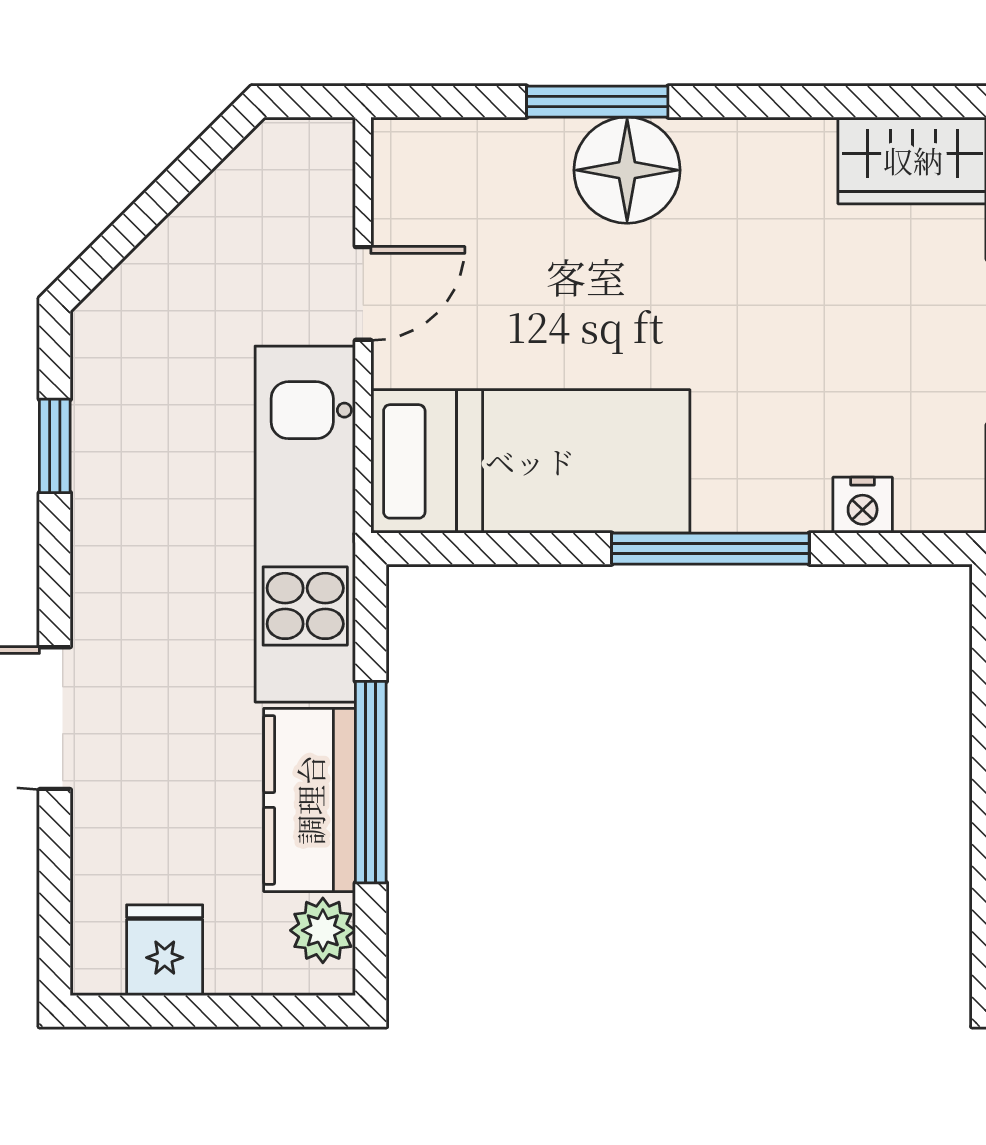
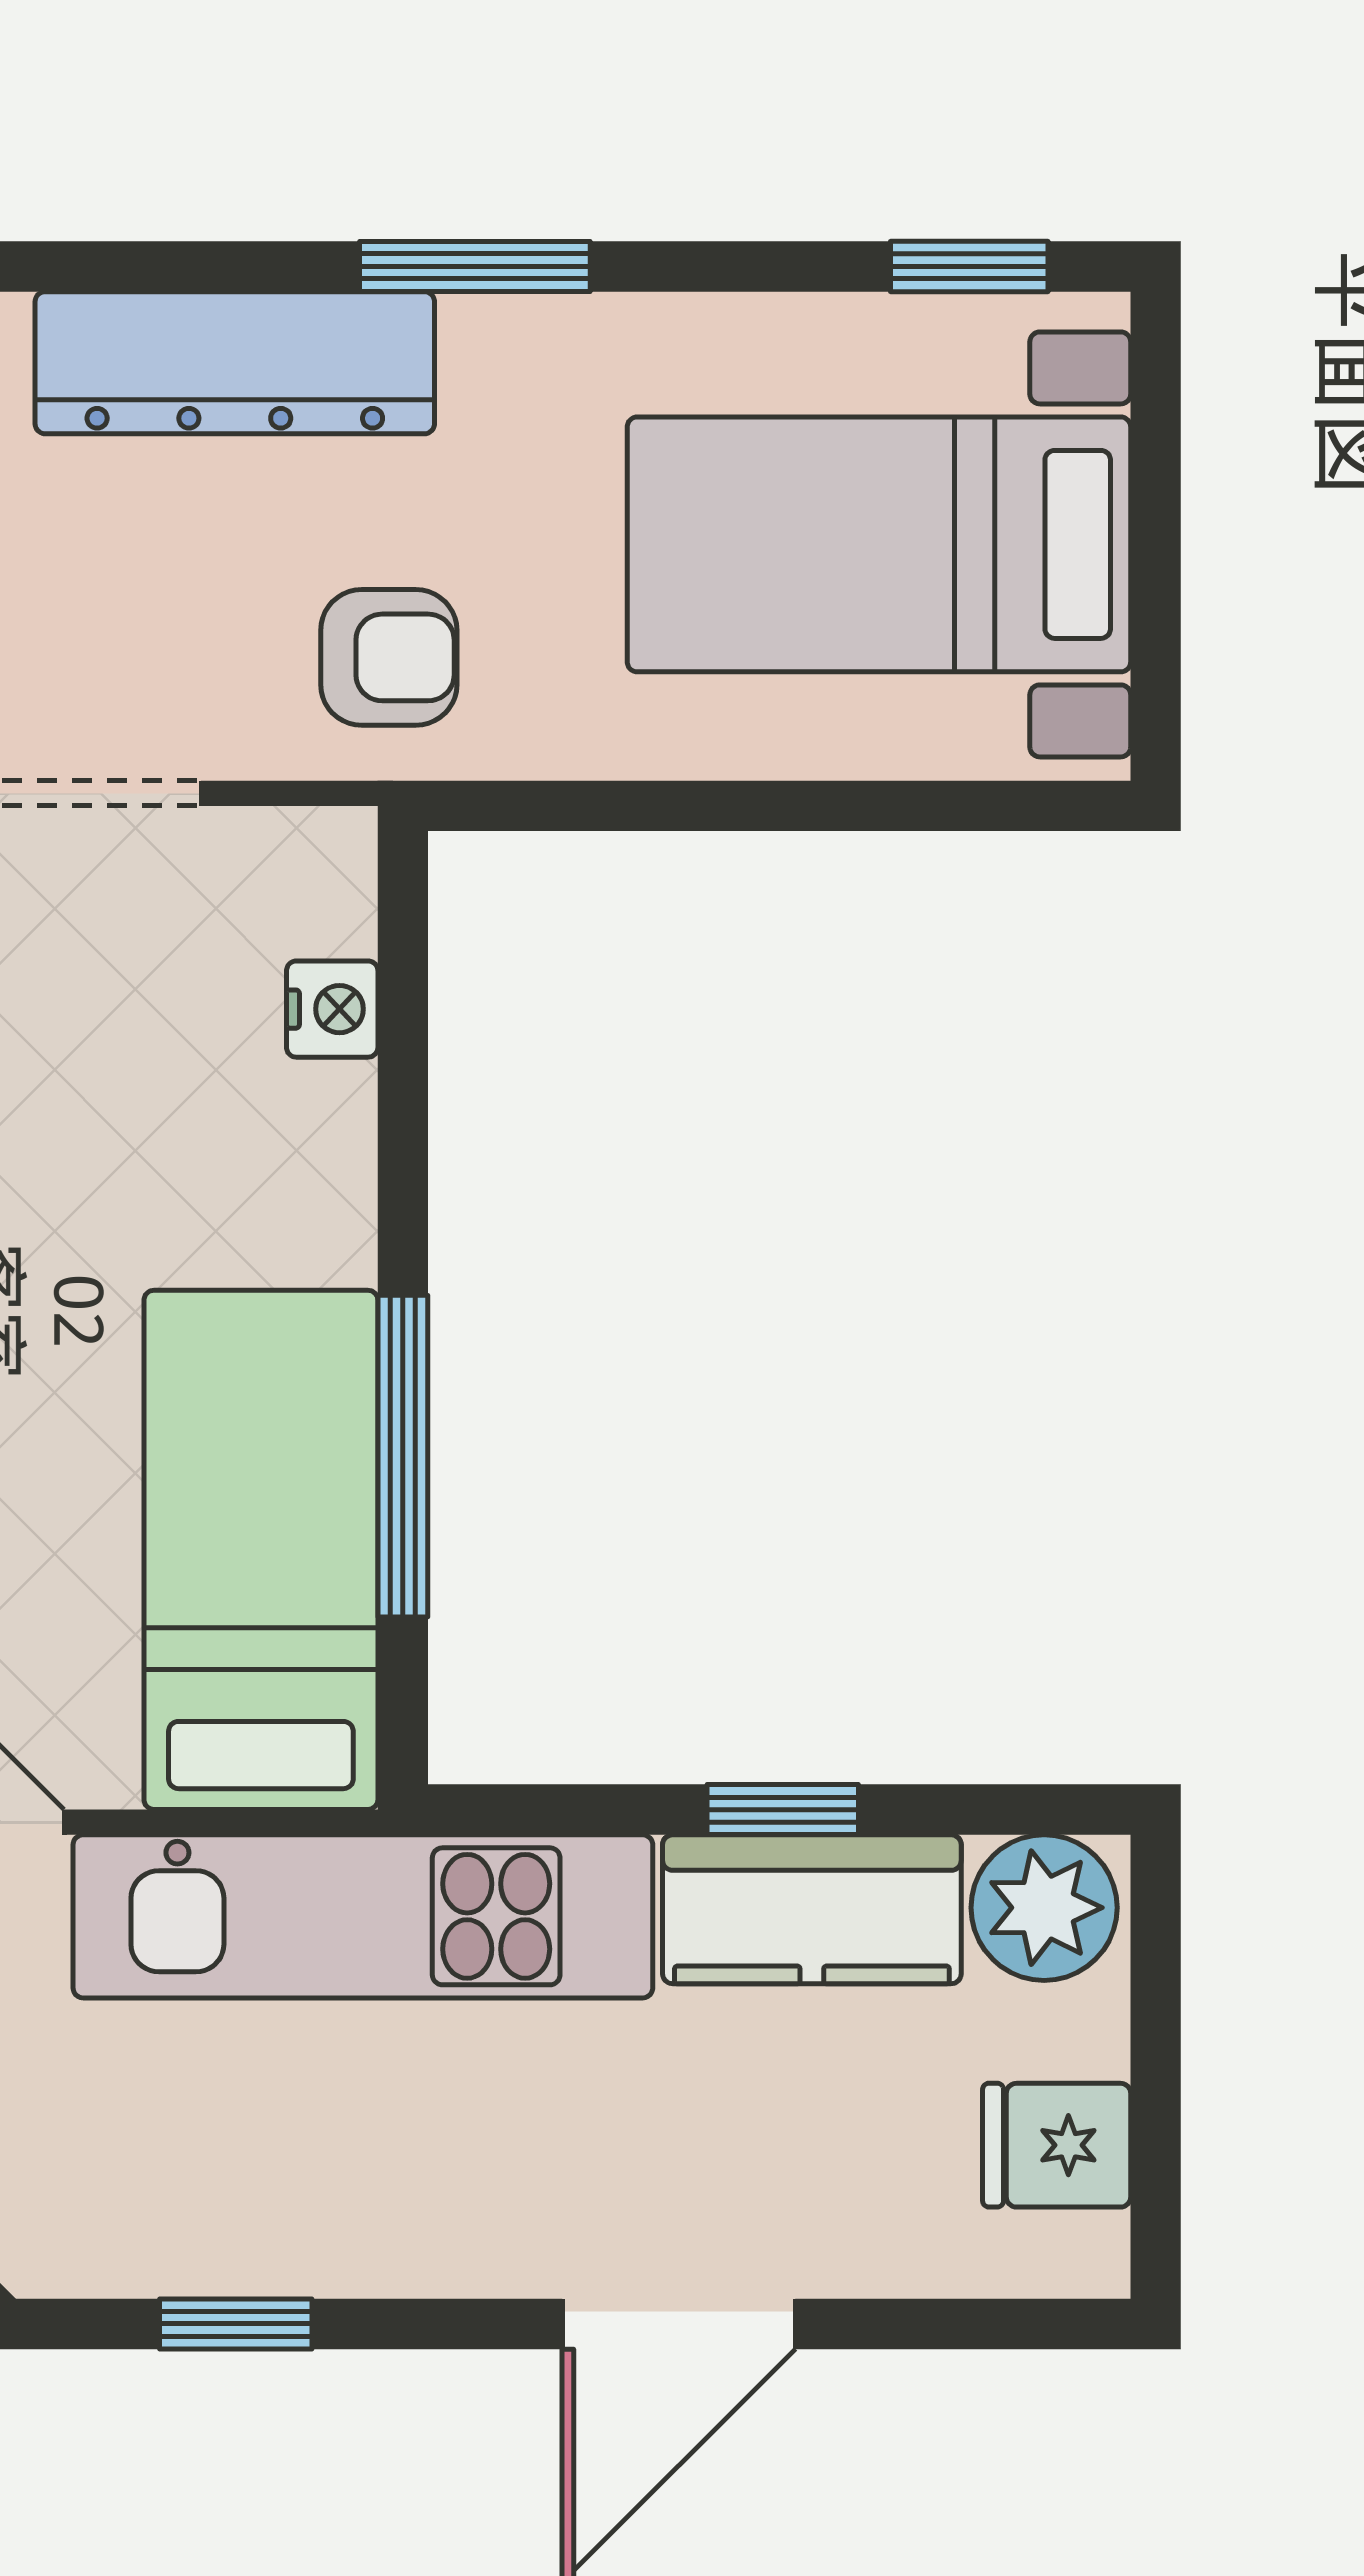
window: (710, 549) -> (403, 1456), moved
window: (371, 782) -> (783, 1810), width x0.46
plant: (323, 930) -> (1044, 1908), width x1.38, depth x1.38

